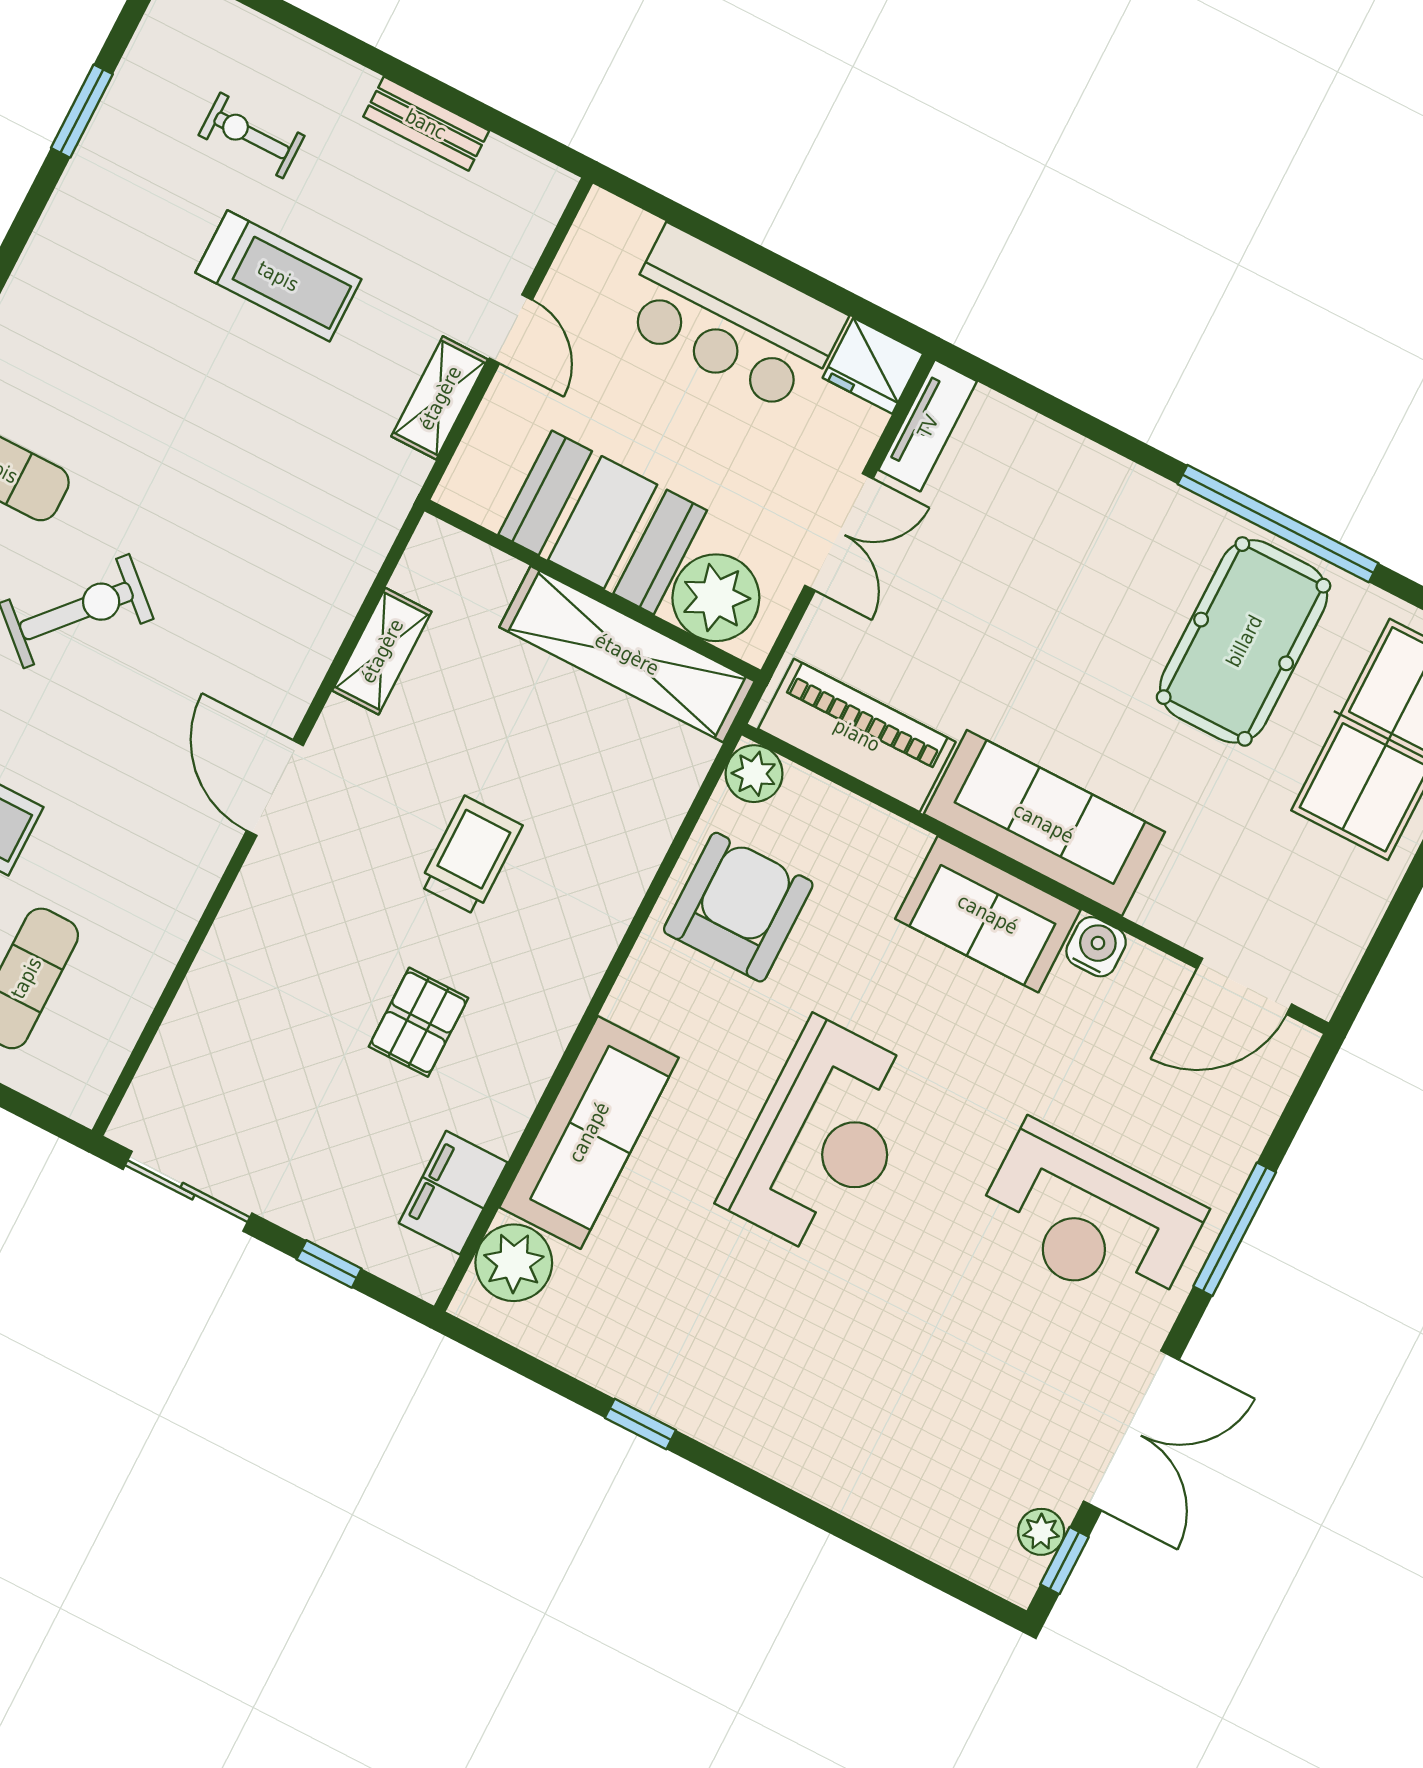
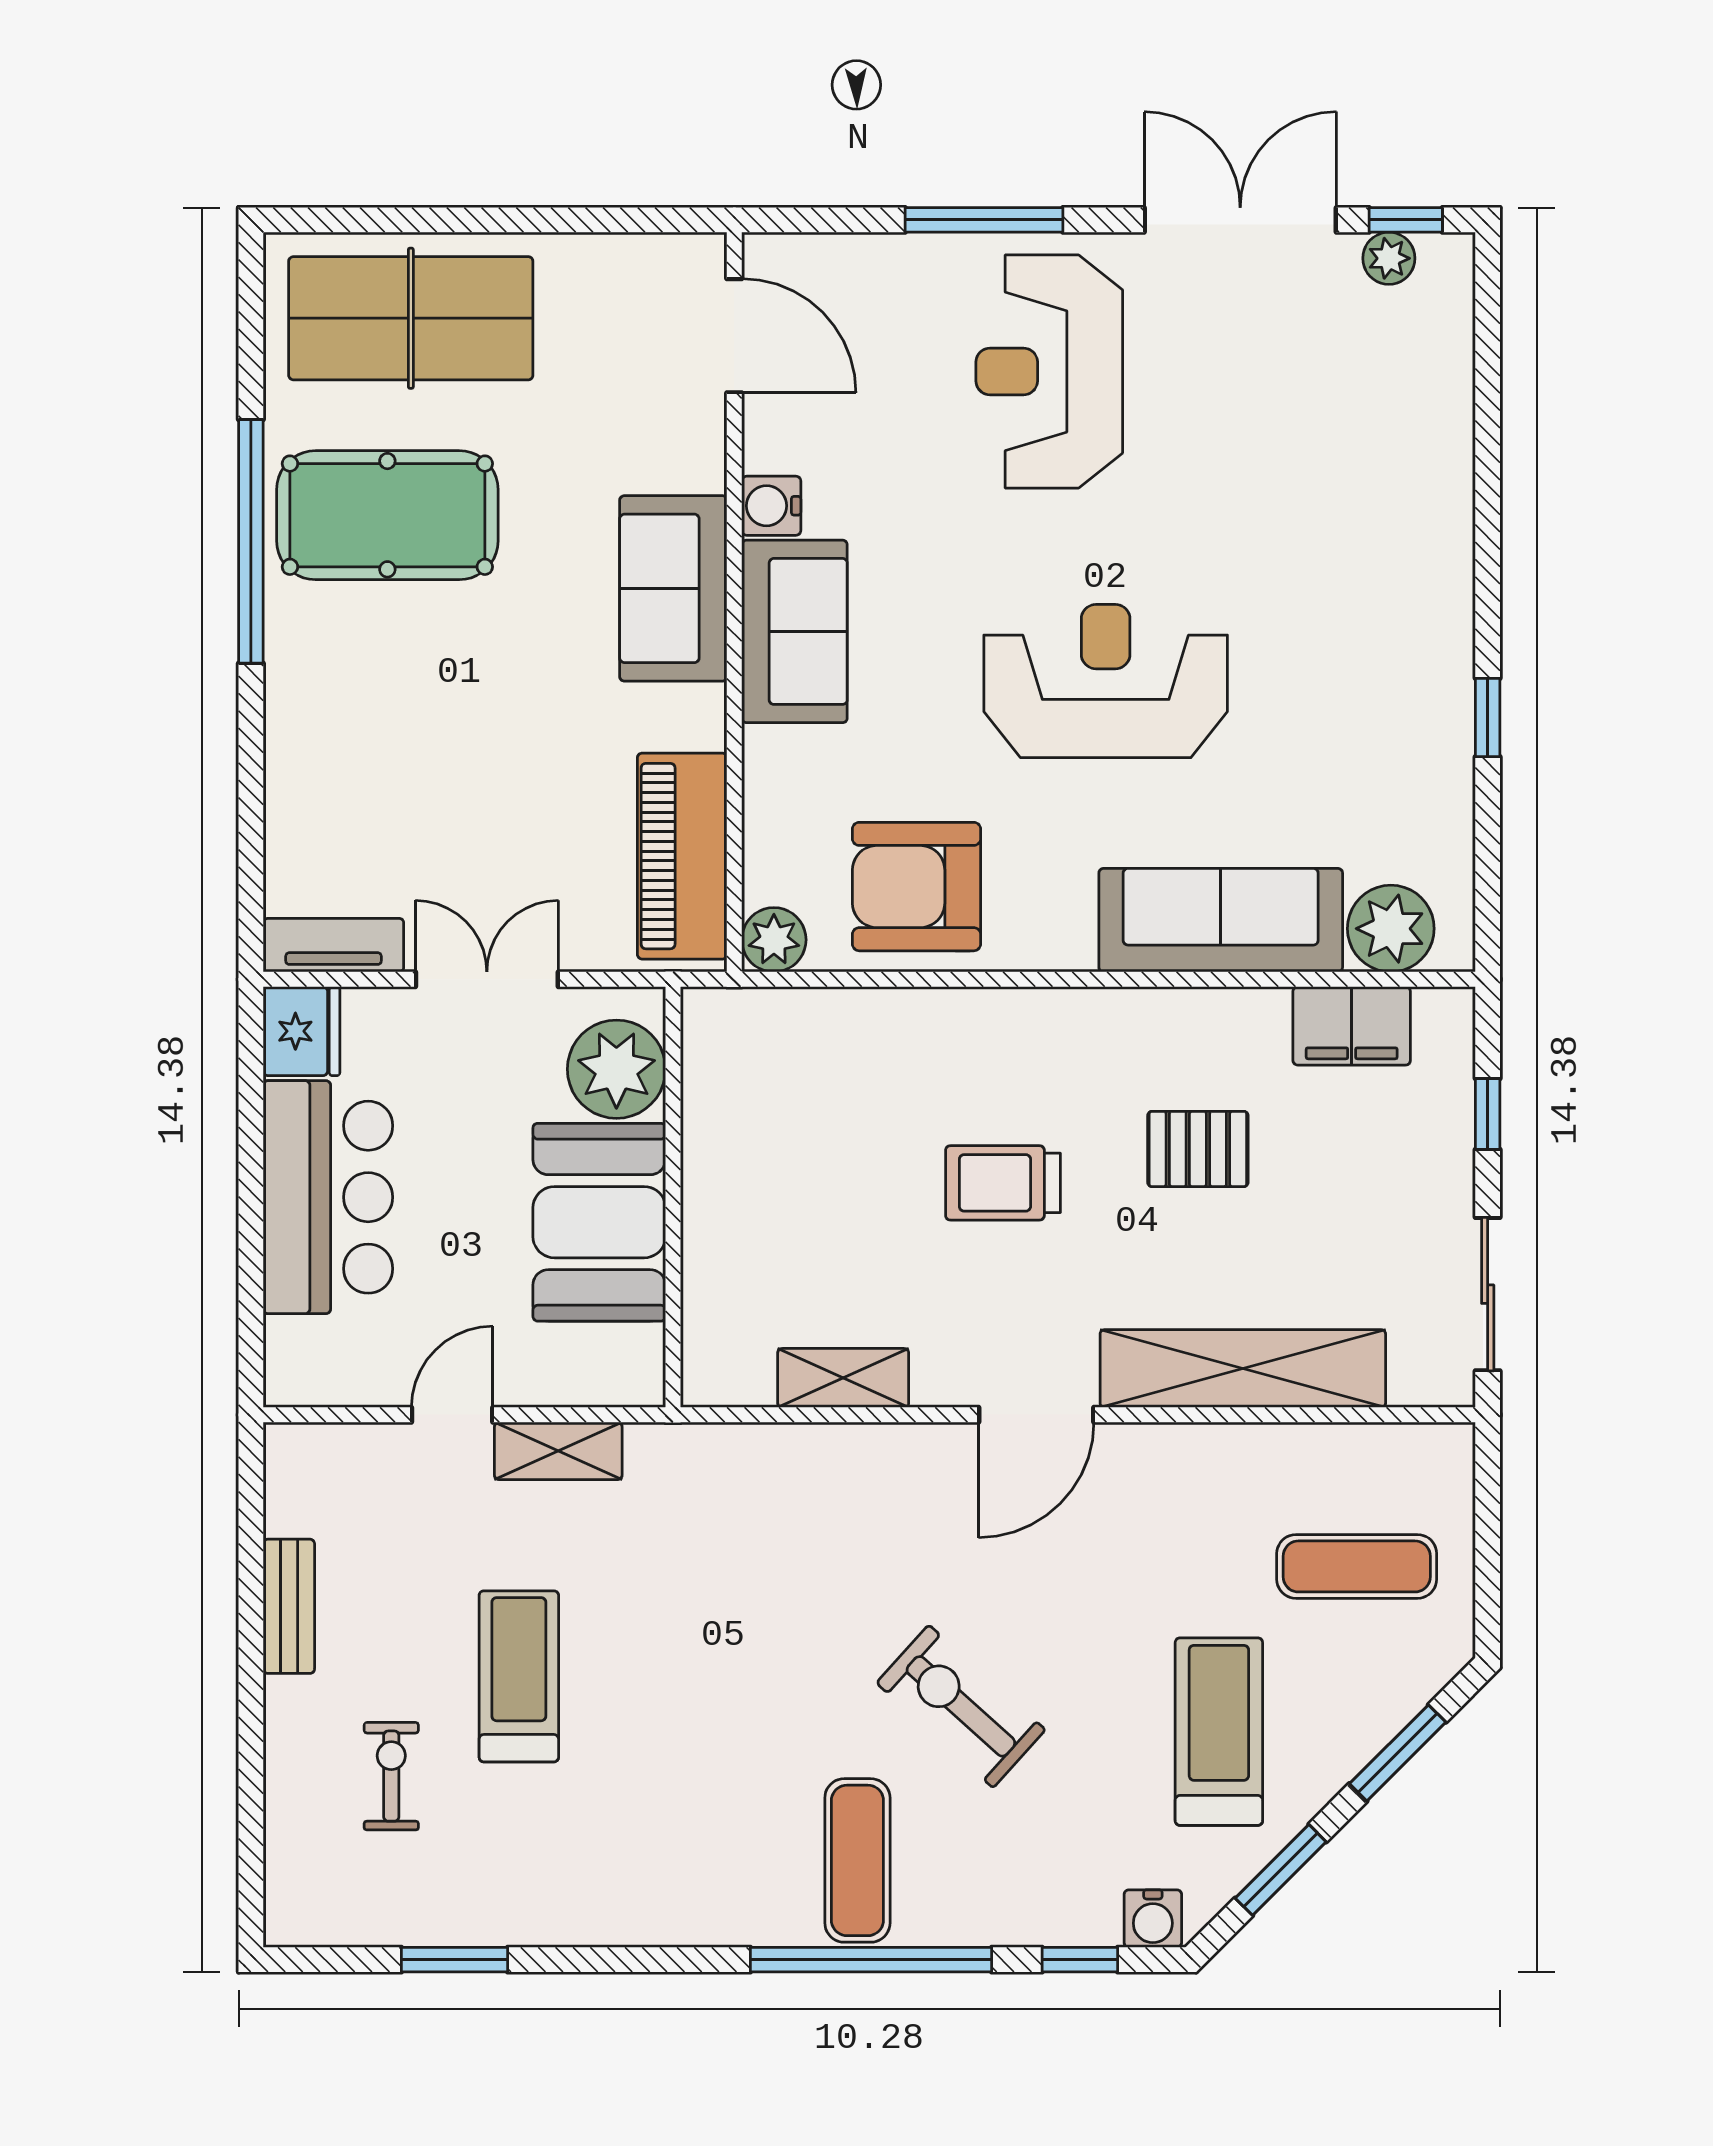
exercise bike: (252, 135) -> (391, 1776), turned 180
shelving: (627, 654) -> (1243, 1369), moved, turned 90
sofa: (1044, 823) -> (673, 588), width x0.73
reception desk: (1089, 1219) -> (1049, 371), turned 180

